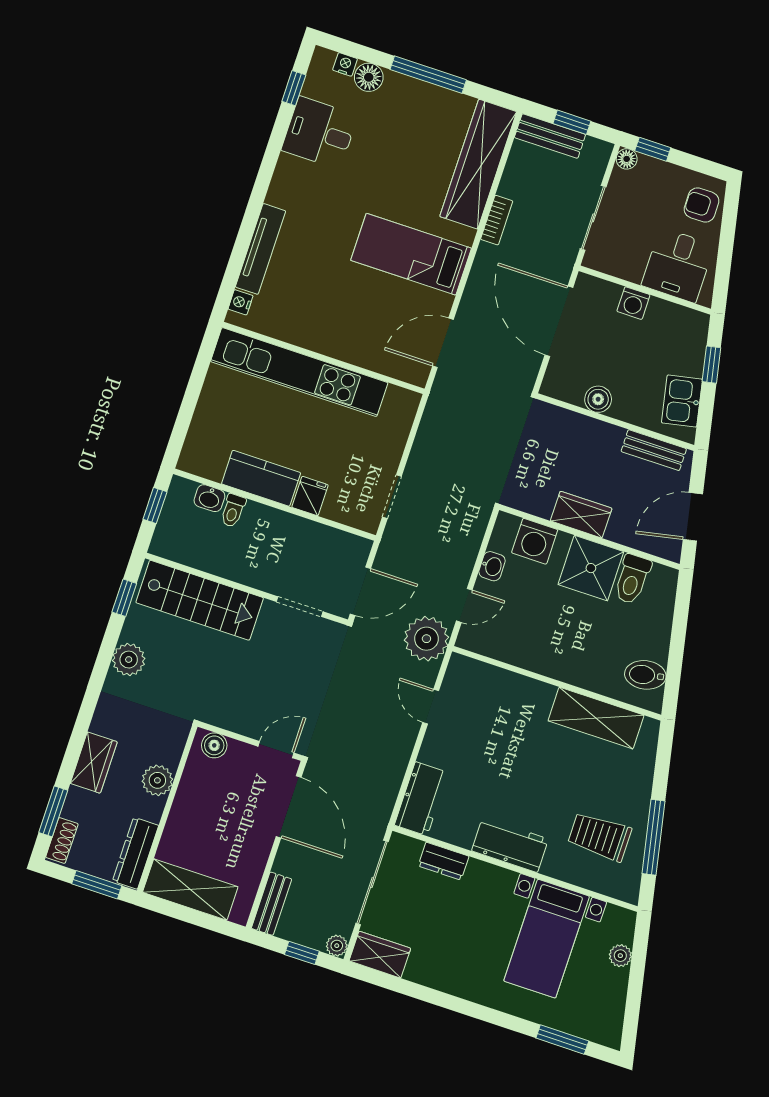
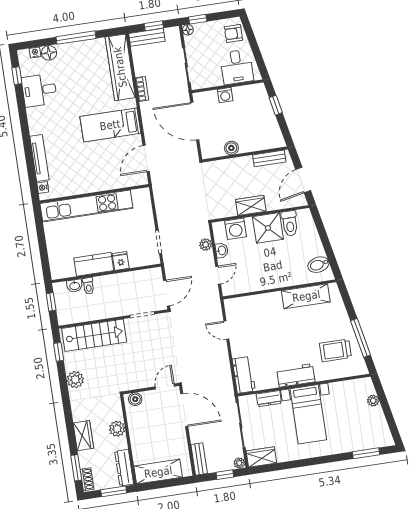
kitchen sink: (682, 401) -> (271, 129), removed
plant: (426, 639) -> (206, 245), moved, width x0.53, depth x0.53
bed with nightstands: (547, 939) -> (308, 414), moved

